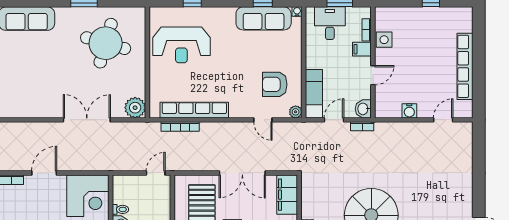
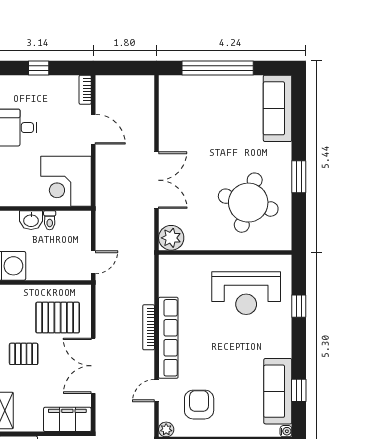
reception desk: (181, 45) -> (246, 293), turned -90
row of seats: (194, 110) -> (168, 338), moved
bookcase: (180, 127) -> (149, 327), moved
door: (156, 173) -> (93, 262), hinge flipped

